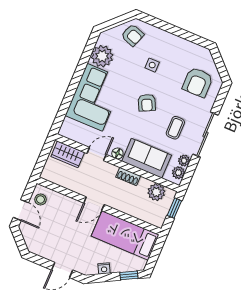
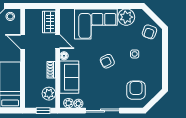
armchair: (198, 82) -> (136, 90), turned 90
coffee table: (175, 128) -> (98, 88), removed
door: (94, 204) -> (23, 42), moved

